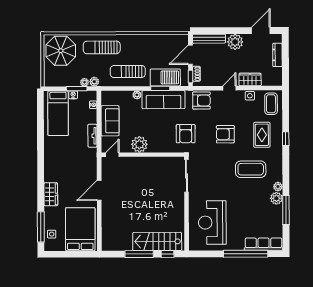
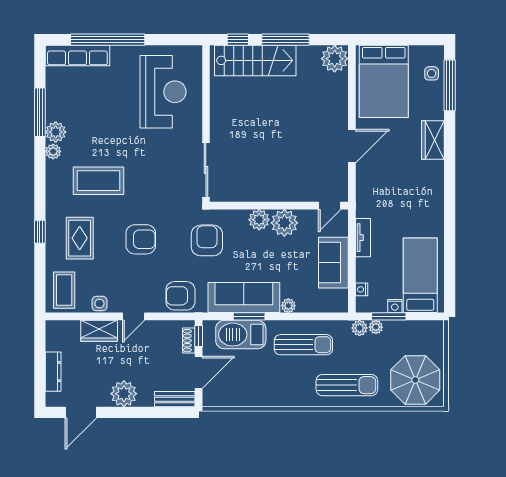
bench: (209, 39) -> (175, 399), width x0.73
plant: (155, 146) -> (259, 220), added
plant: (110, 243) -> (335, 59), added

